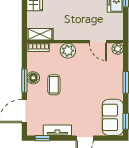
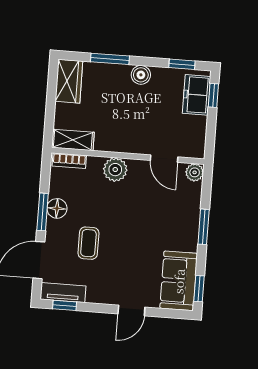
coffee table: (54, 85) -> (88, 243), moved
tv unit: (57, 130) -> (63, 293), moved

